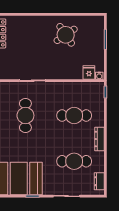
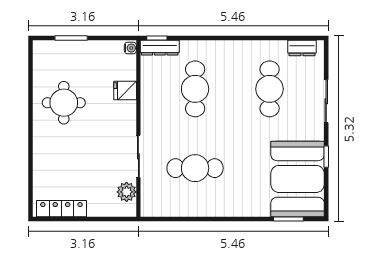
round table: (66, 35) -> (64, 103), turned 34
plant: (11, 73) -> (127, 192), added
fridge: (89, 73) -> (125, 90), moved
dresser: (99, 139) -> (160, 48), moved

